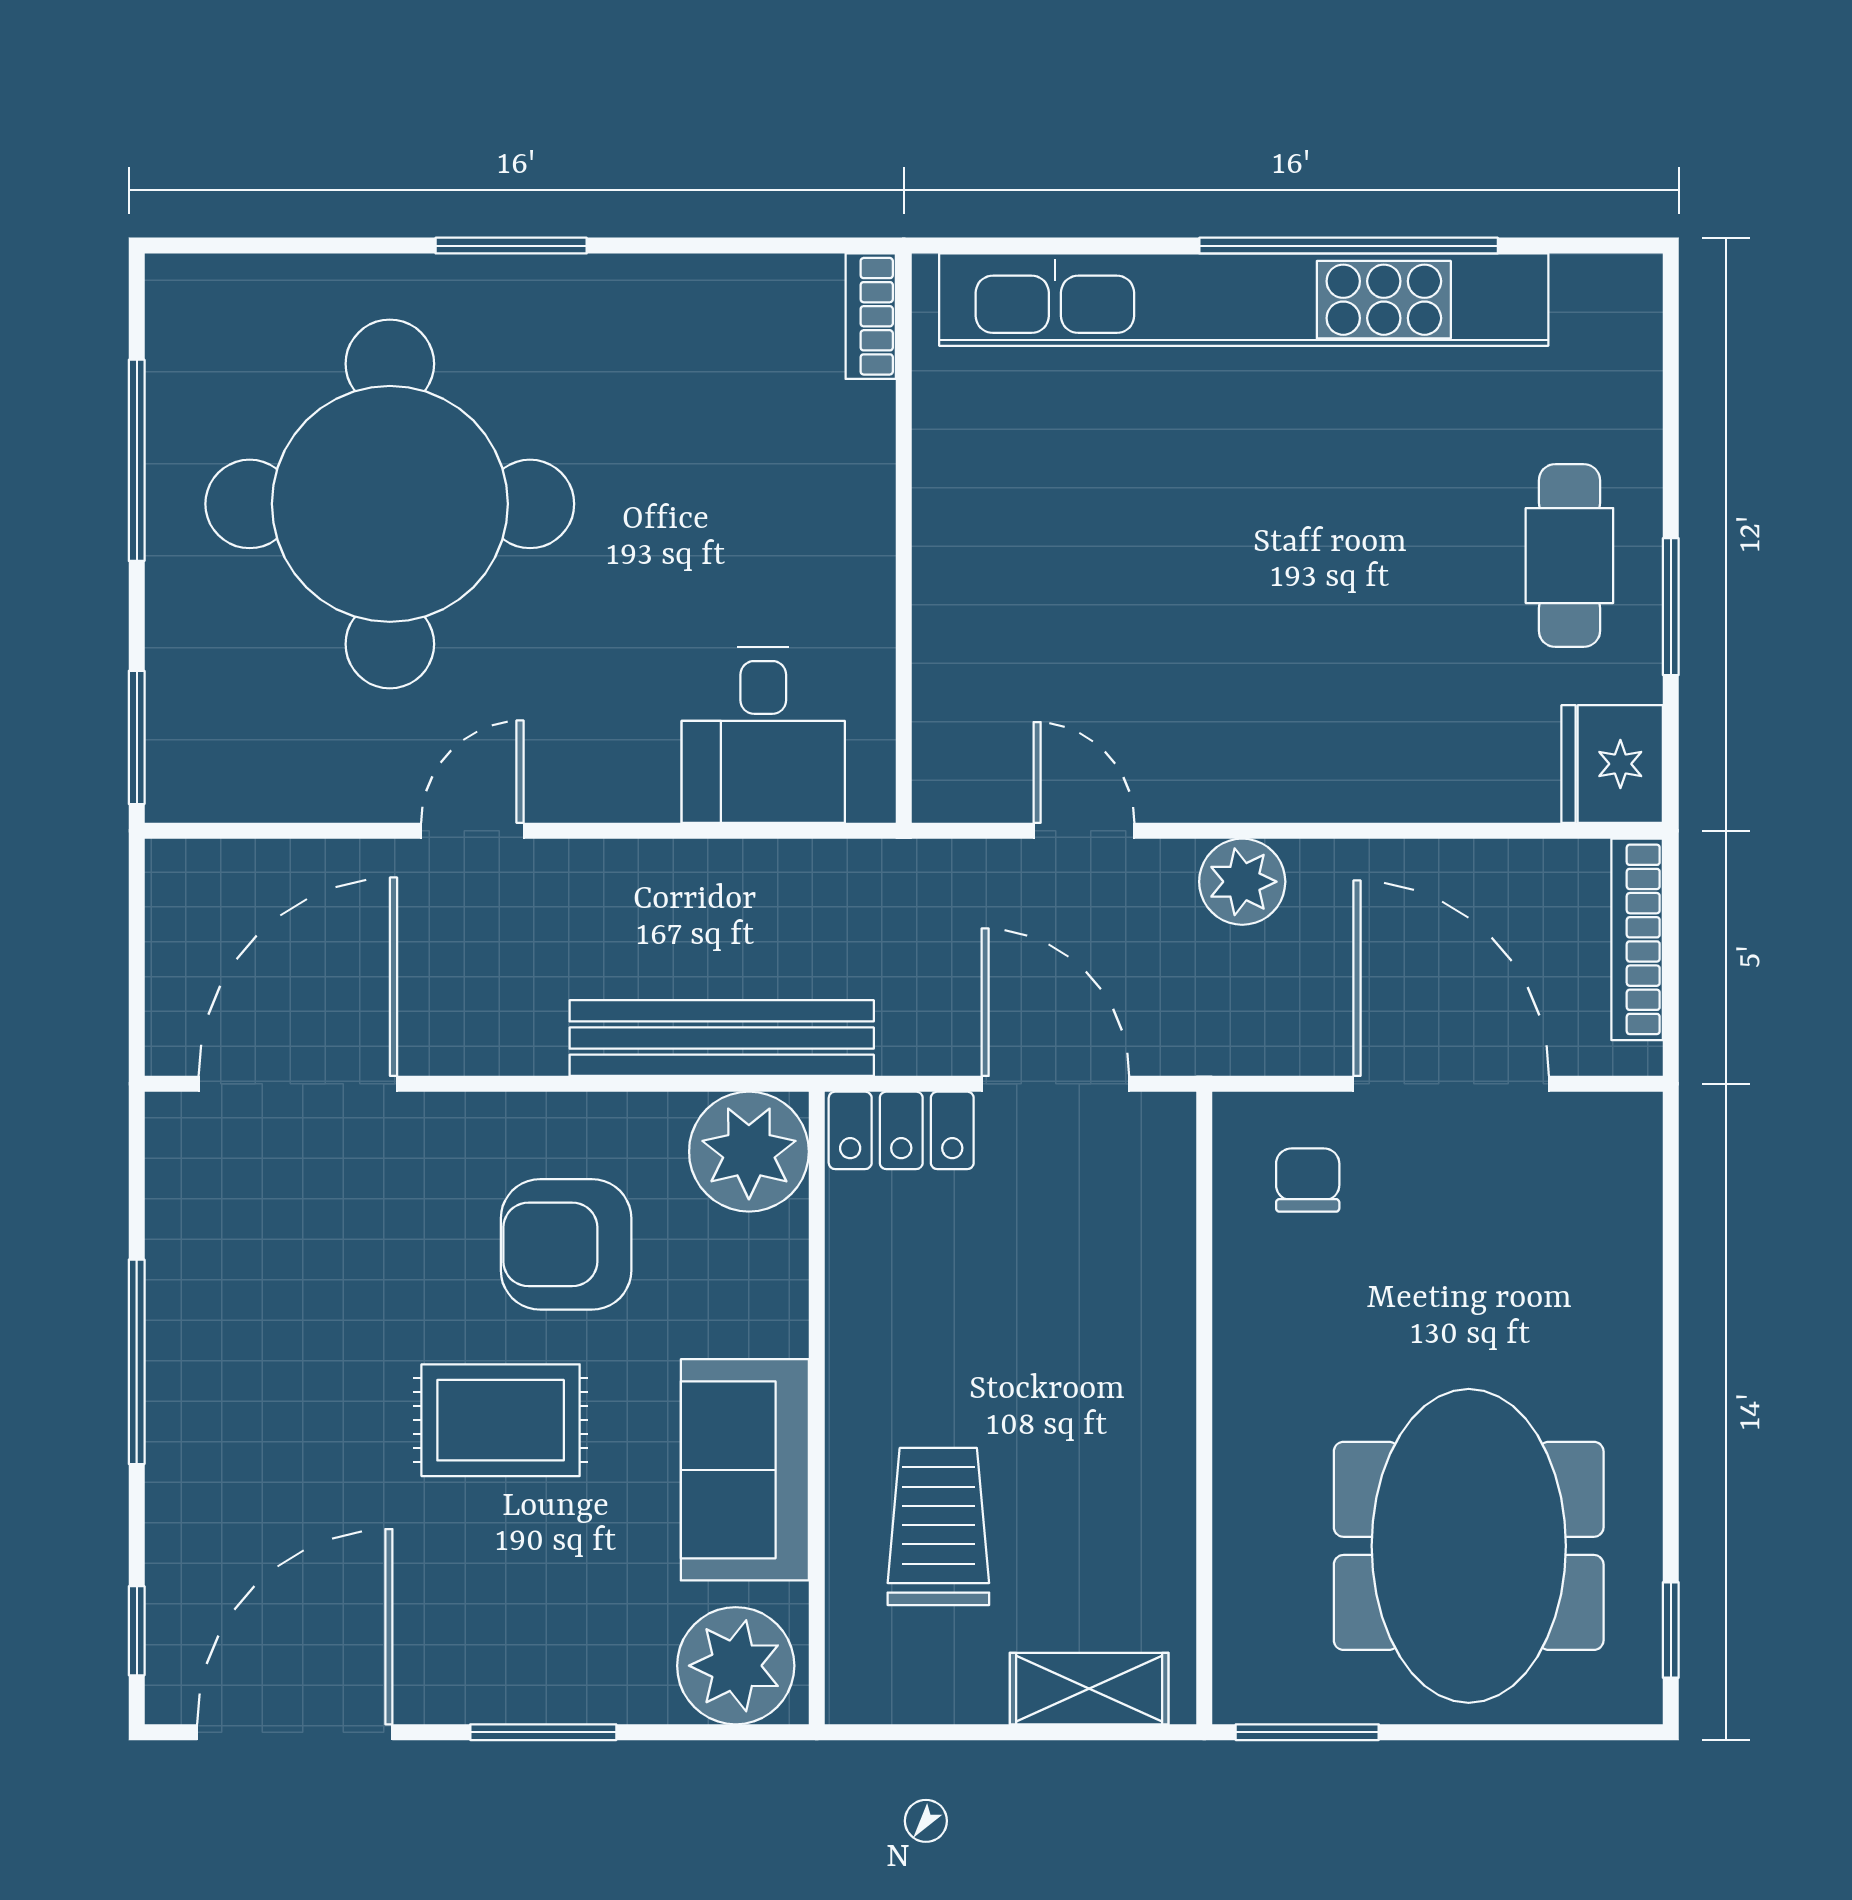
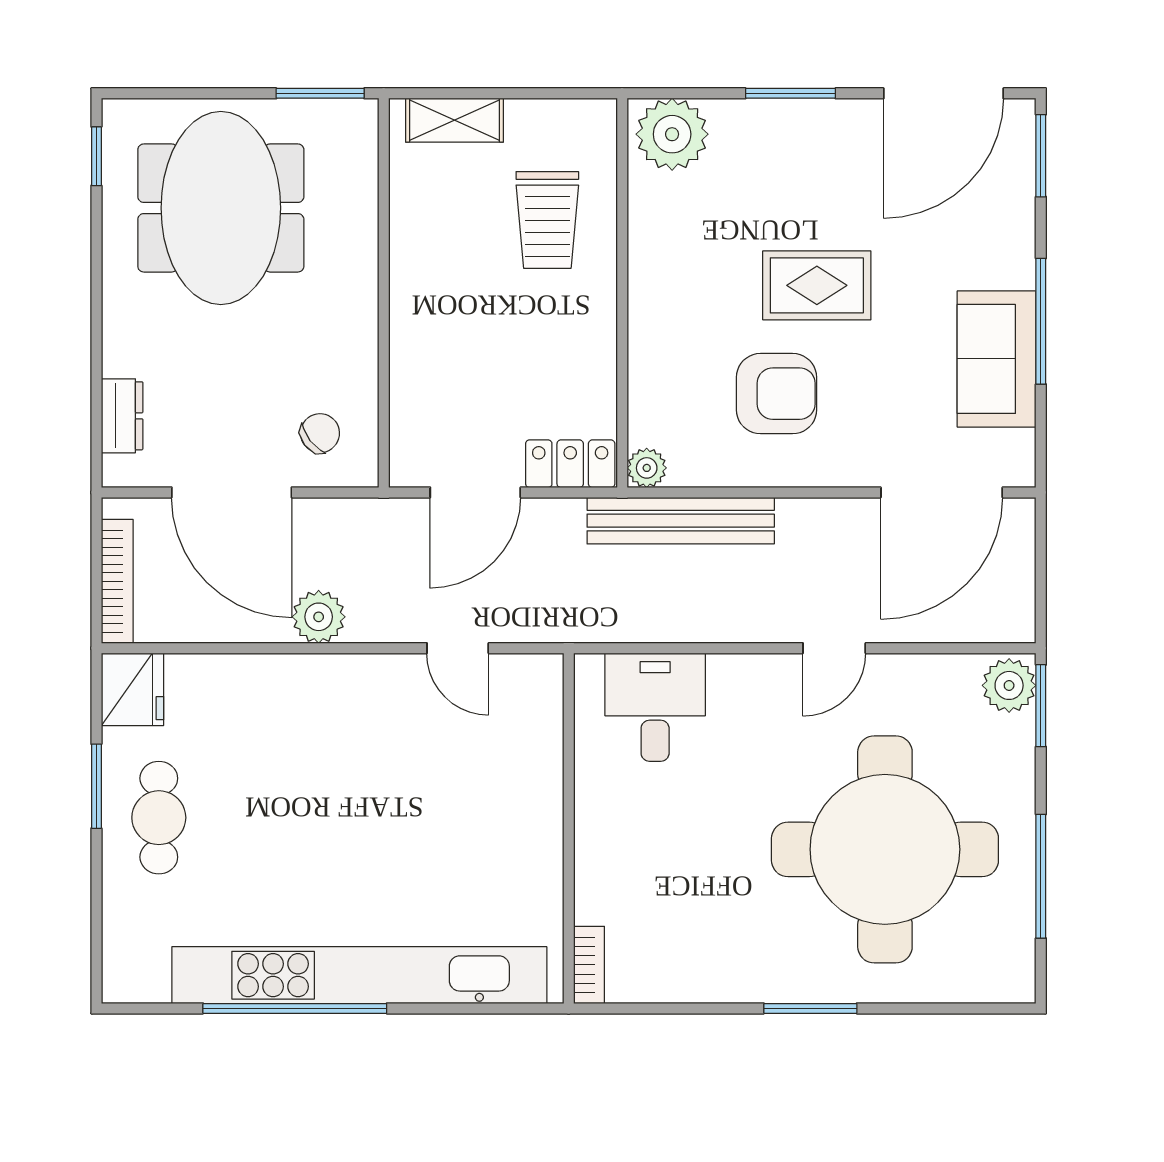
plant: (188, 770) -> (1009, 685), added
plant: (1242, 882) -> (319, 617), moved
door: (1055, 1084) -> (475, 492), hinge flipped
plant: (749, 1152) -> (647, 468), width x0.53, depth x0.53
chair: (1308, 1180) -> (320, 433), turned -128
dresser: (1629, 1208) -> (122, 416), added
sofa: (745, 1470) -> (997, 359), moved, turned 180
window: (137, 1631) -> (1041, 156), width x1.50

